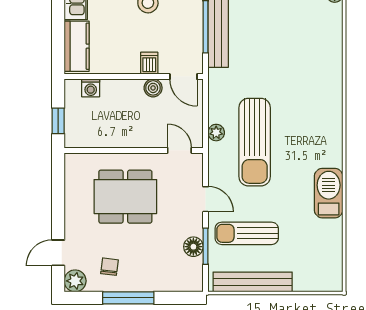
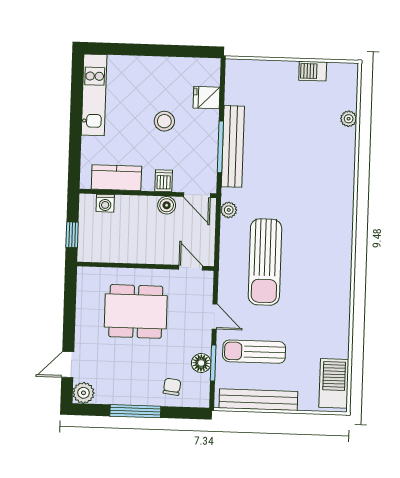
kitchen counter: (77, 46) -> (116, 178), moved, turned -90
plant: (216, 133) -> (229, 210), moved
barbecue: (329, 193) -> (334, 383), moved
chair: (109, 267) -> (172, 387), moved

